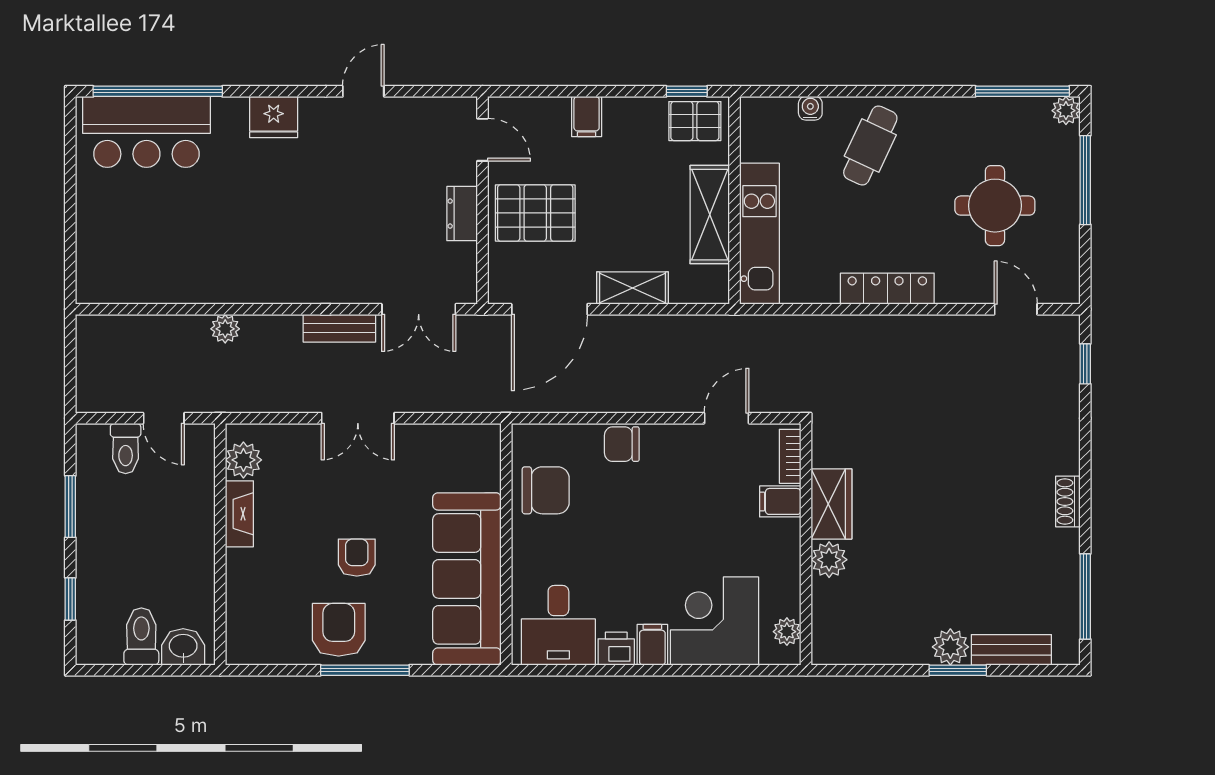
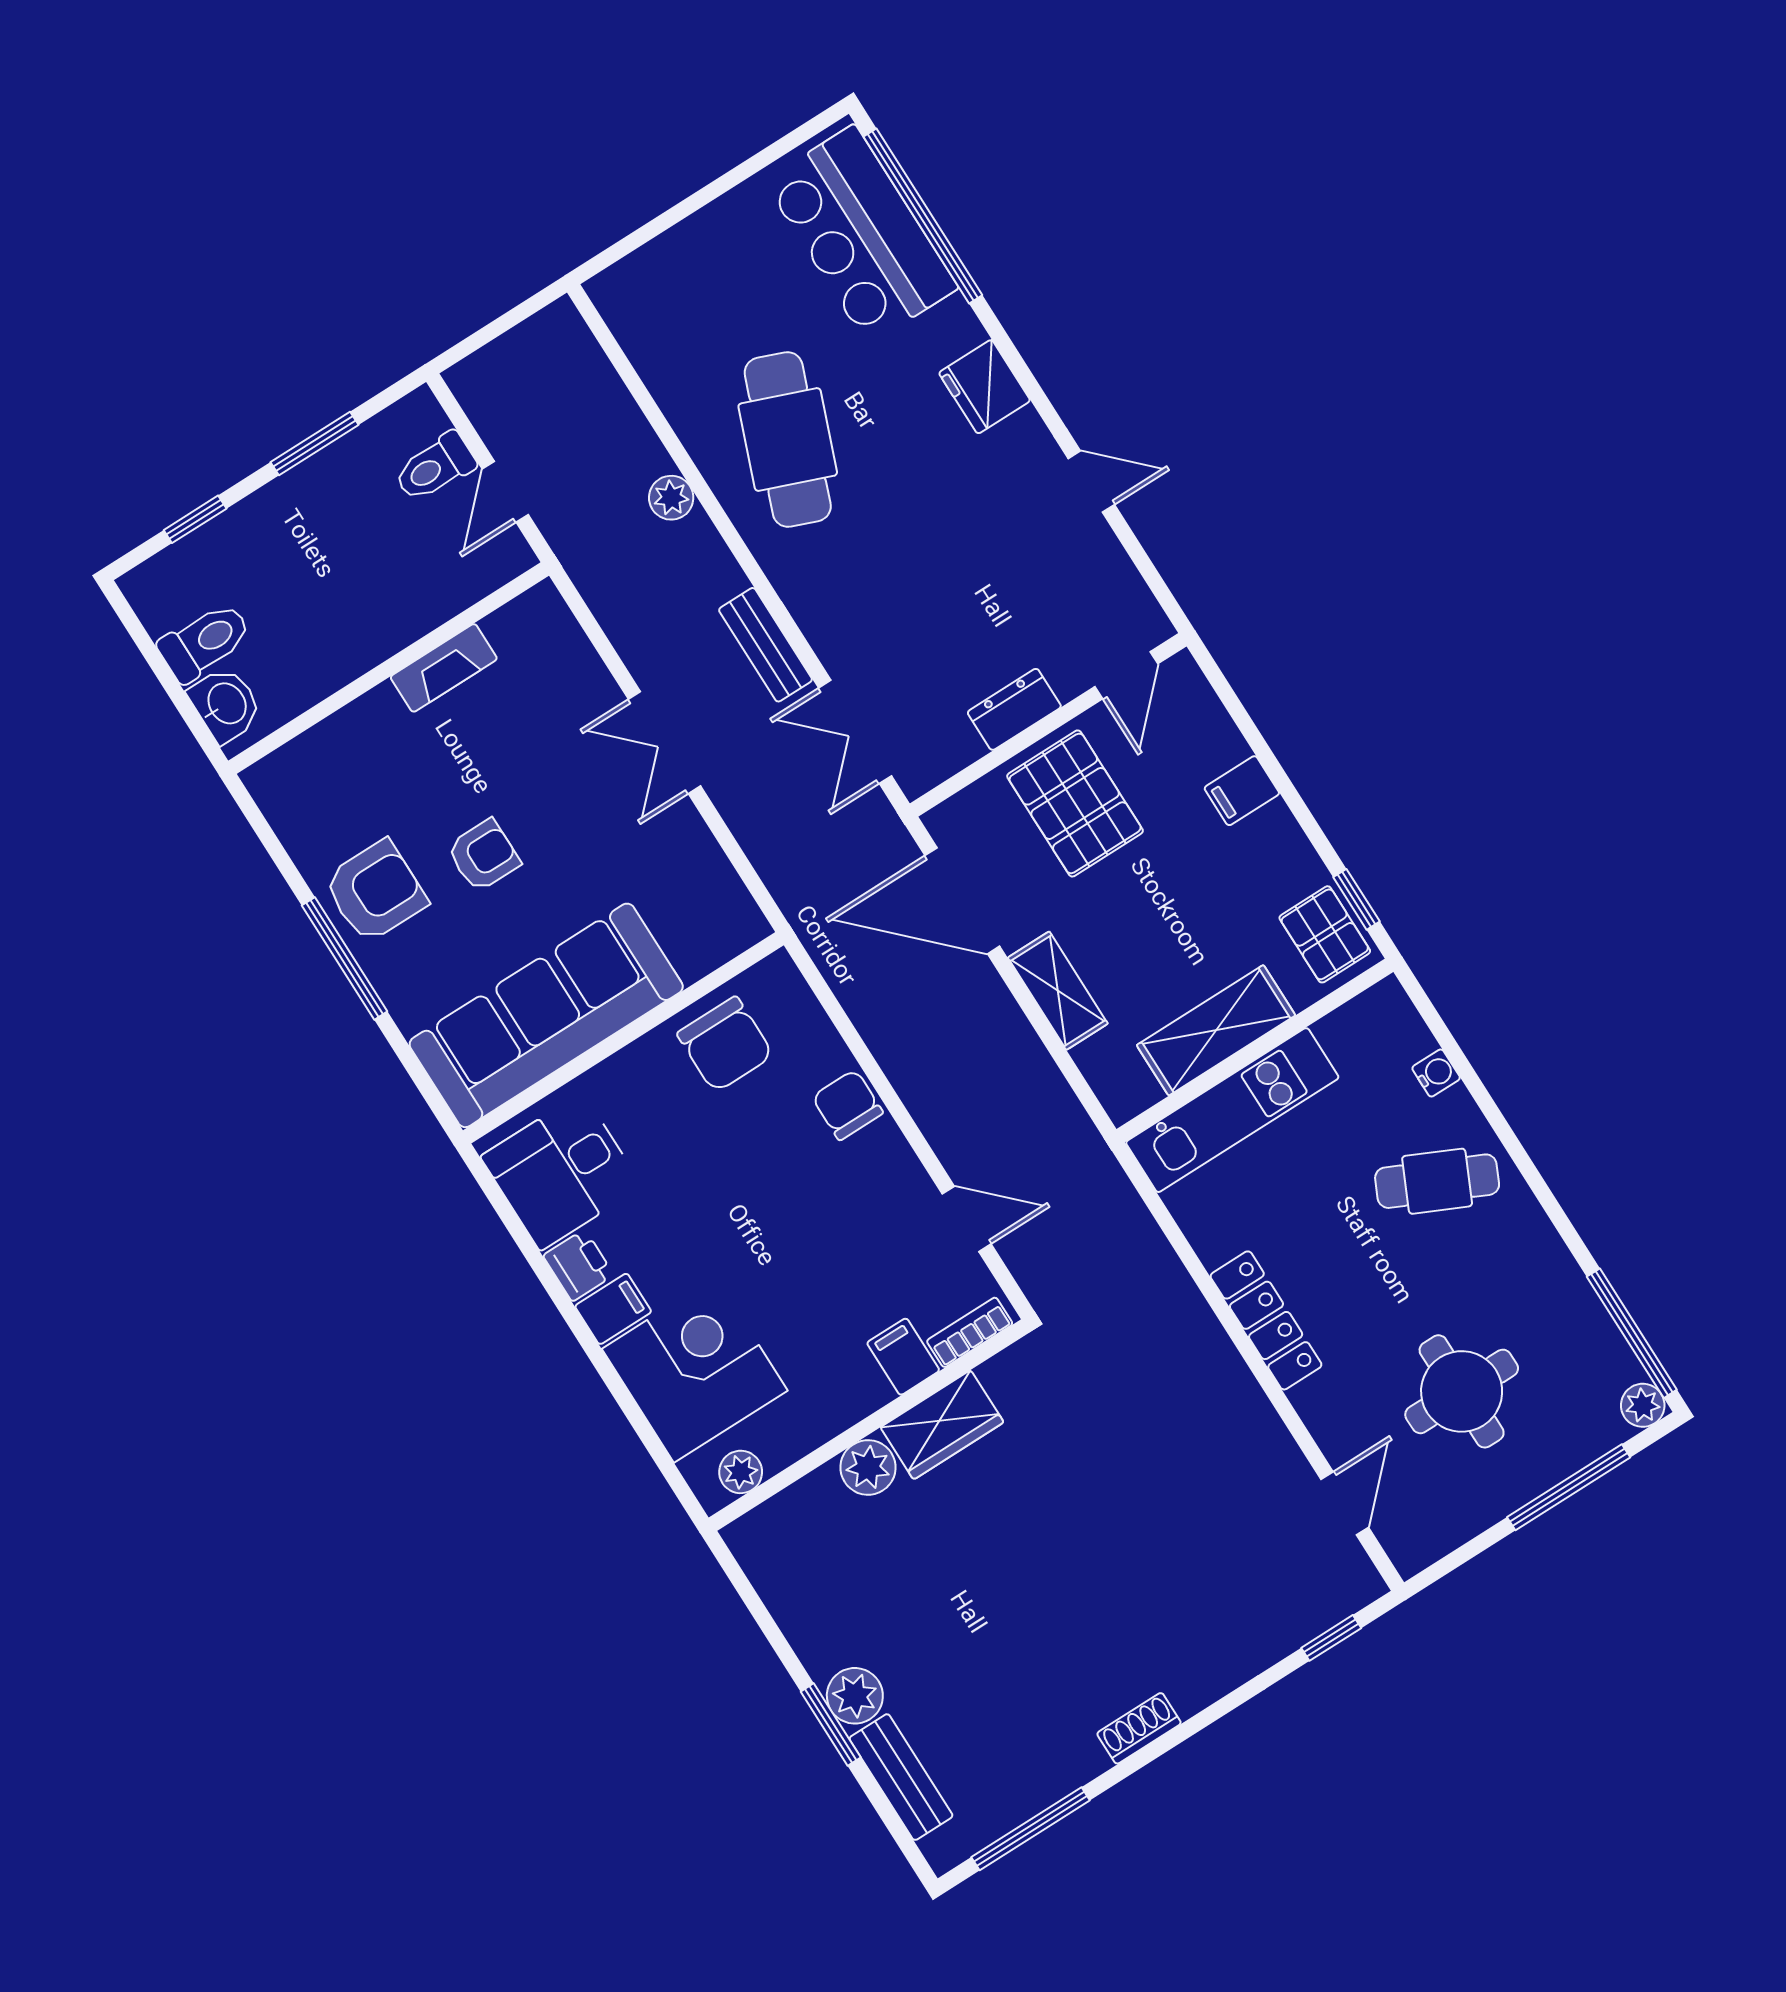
cafe table: (234, 244) -> (788, 440), added
plant: (243, 460) -> (517, 629), removed

